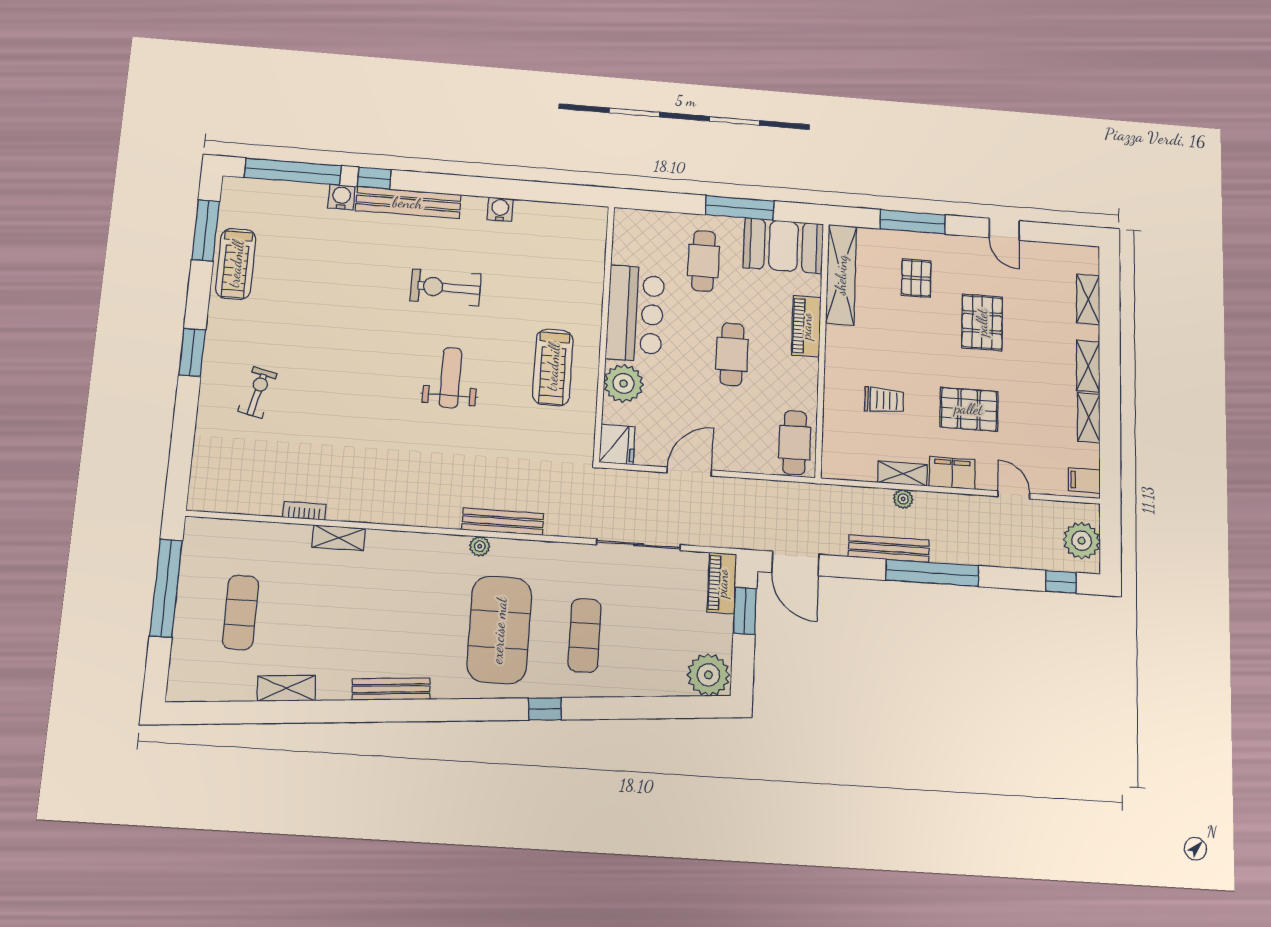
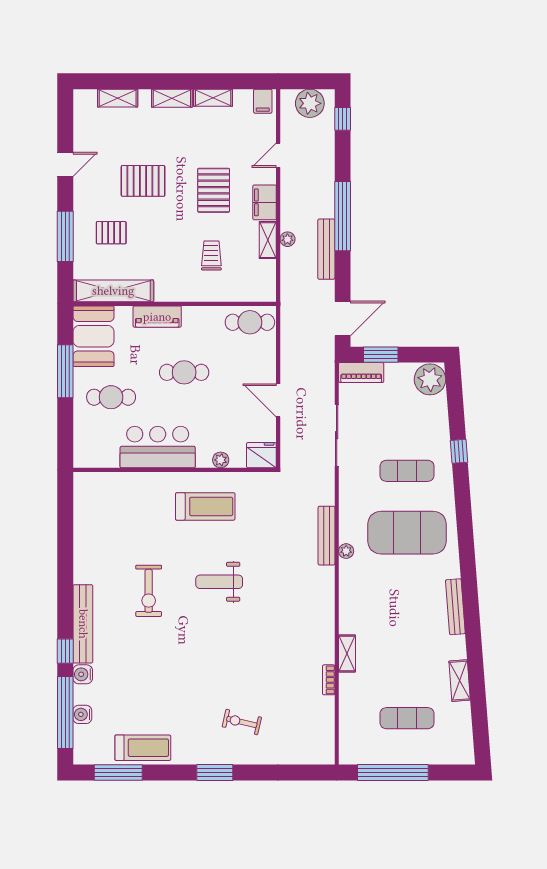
water cooler: (500, 209) -> (82, 714), moved
plant: (624, 384) -> (221, 460), width x0.53, depth x0.53
window: (545, 709) -> (459, 451), moved

